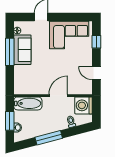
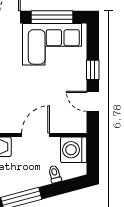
window: (69, 17) -> (52, 17), added
window: (96, 42) -> (93, 70), moved

